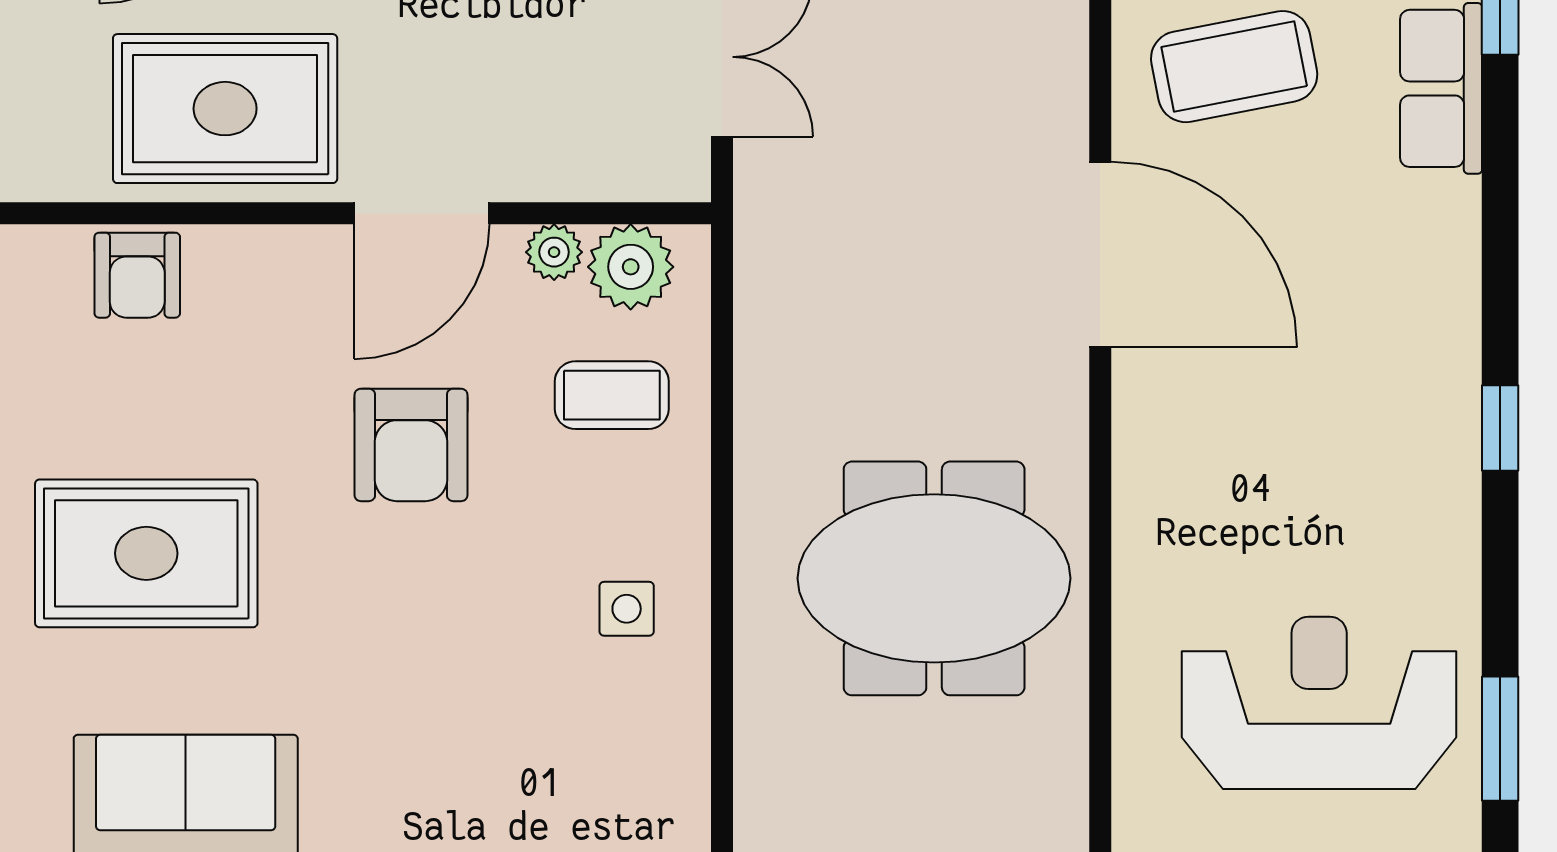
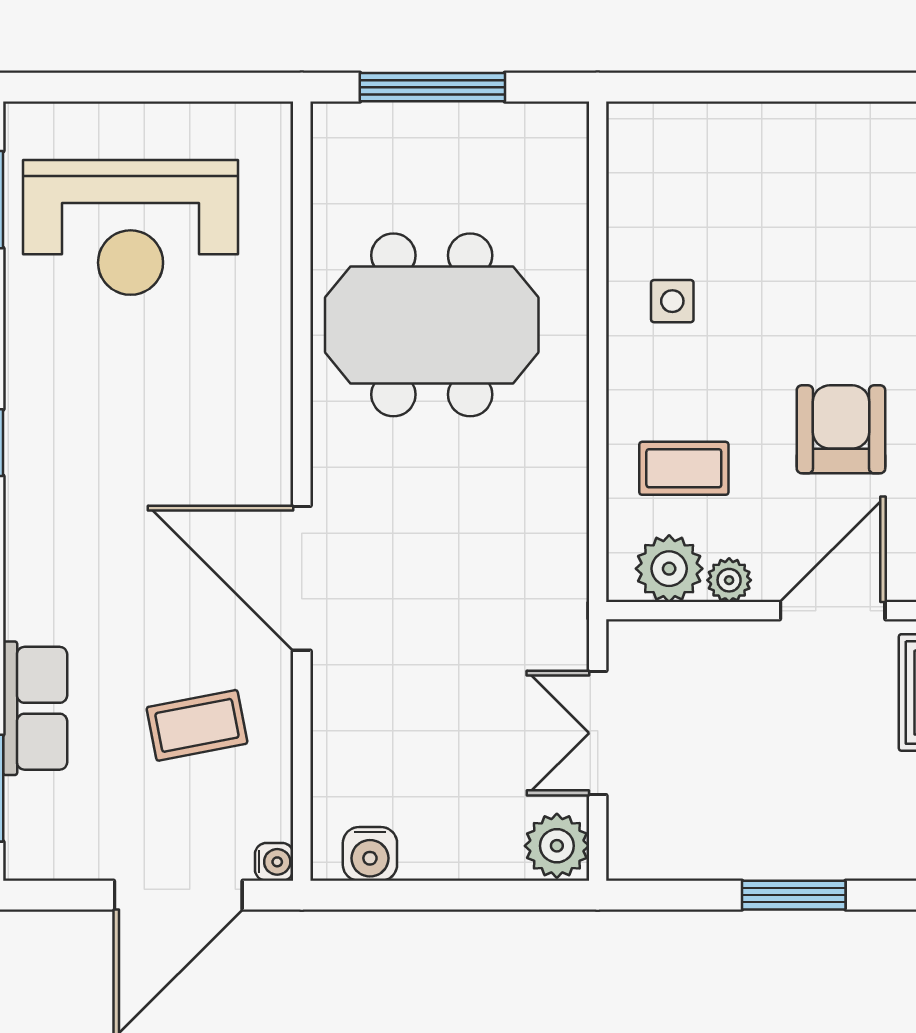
coffee table: (1234, 67) -> (197, 725), width x0.73, depth x0.77

